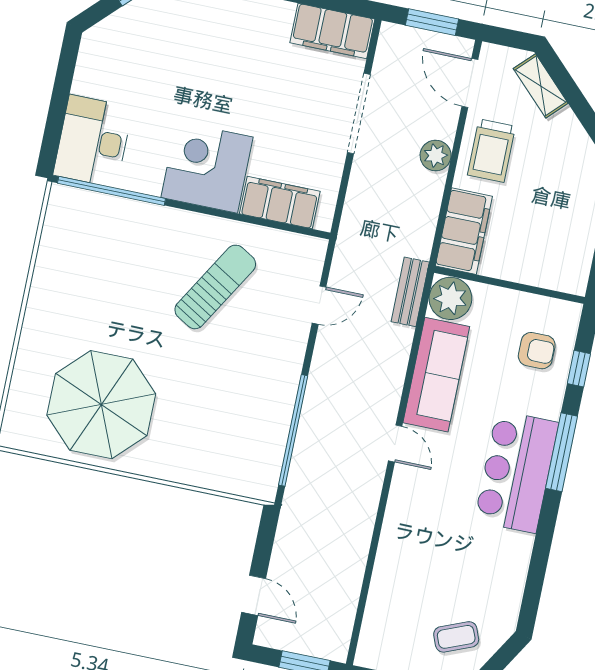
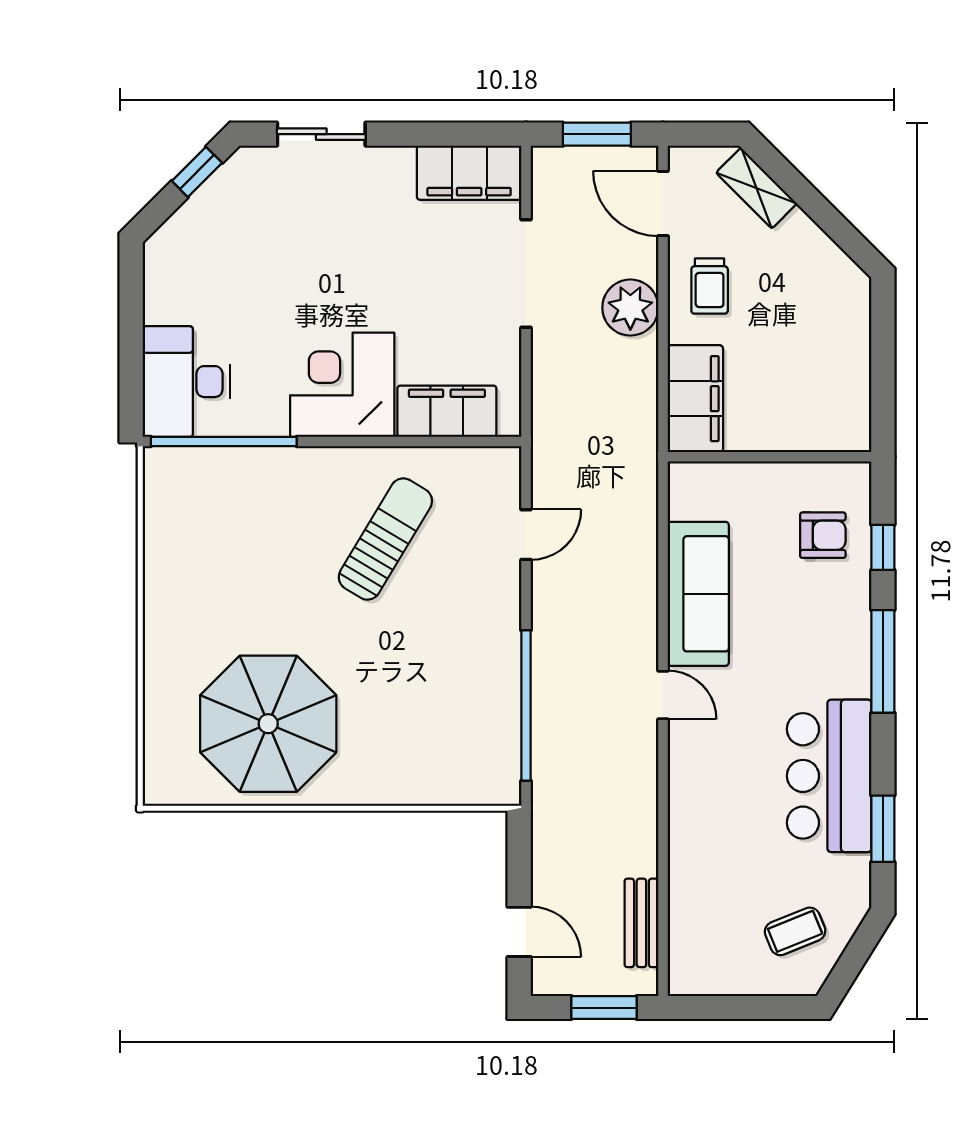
trolley: (491, 151) -> (710, 286), width x0.73, depth x0.72
plant: (436, 155) -> (630, 308), width x1.36, depth x1.36
bench: (410, 292) -> (641, 923), moved
plant: (450, 298) -> (696, 490), removed
bar counter: (516, 472) -> (829, 776), moved
window: (536, 575) -> (883, 829), added

